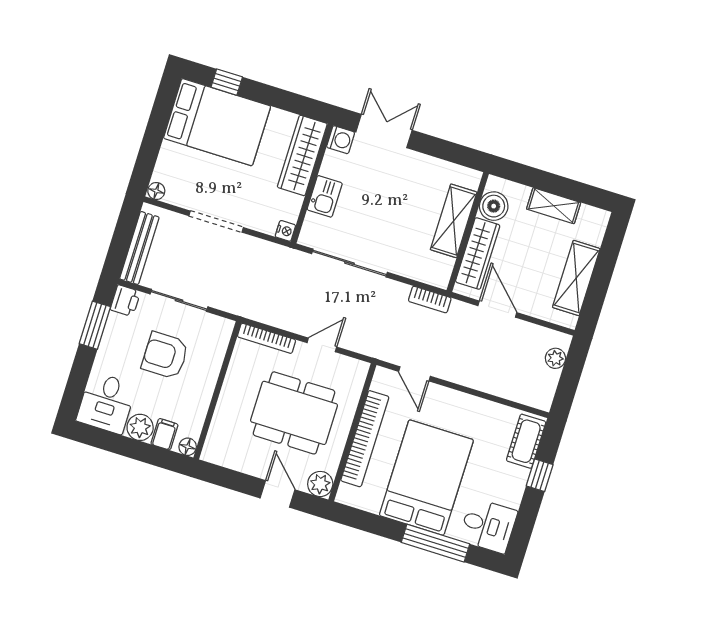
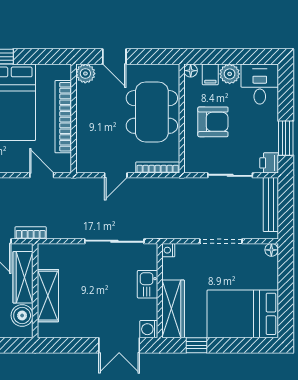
window: (227, 82) -> (197, 345), moved
bookcase: (430, 300) -> (31, 233), moved
armchair: (165, 355) -> (213, 122), moved
dining table: (294, 413) -> (152, 112), moved, turned 90

